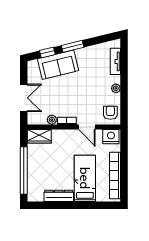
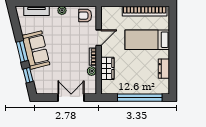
sofa: (58, 65) -> (36, 50), moved
wardrobe: (39, 136) -> (107, 68), moved
nightstand: (111, 137) -> (108, 15), removed
dresser: (59, 196) -> (164, 69), width x0.70

